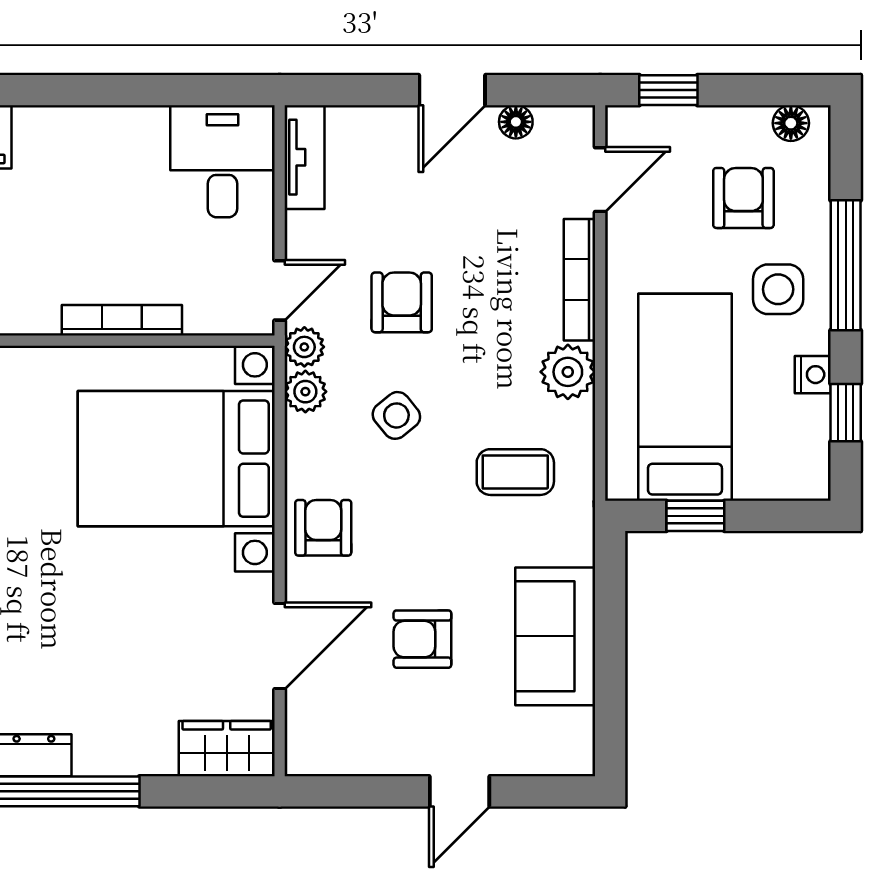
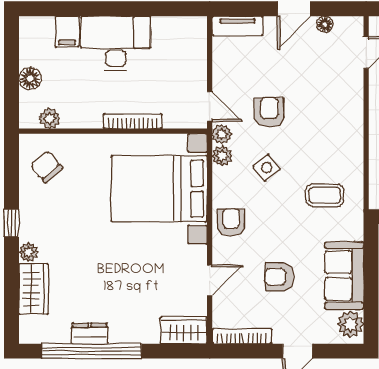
tv unit: (304, 157) -> (237, 26), moved, turned 90
desk: (222, 161) -> (116, 44), moved, width x1.37
bookcase: (579, 280) -> (242, 336), moved, turned 90
door: (280, 290) -> (210, 107), hinge flipped
plant: (568, 372) -> (350, 324), moved
door: (280, 646) -> (210, 280), width x0.73

